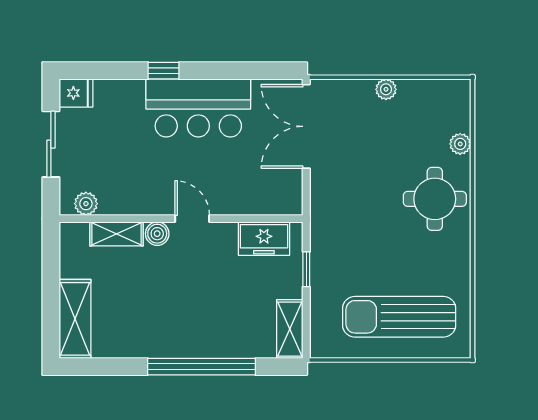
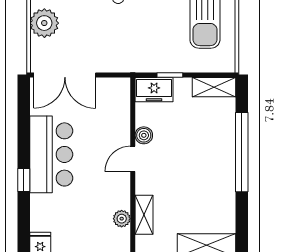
plant: (386, 89) -> (44, 23), width x1.88, depth x1.88
plant: (86, 204) -> (122, 219), moved
boiler: (157, 234) -> (144, 135), moved
freezer: (264, 239) -> (154, 90), moved, turned 90

